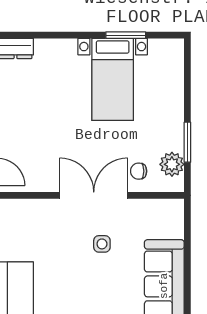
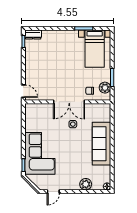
bed with nightstands: (113, 79) -> (95, 49), moved
double door: (94, 195) -> (69, 102), swing flipped

